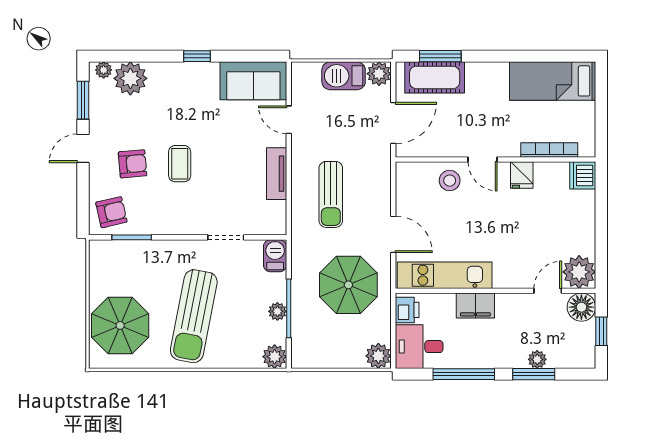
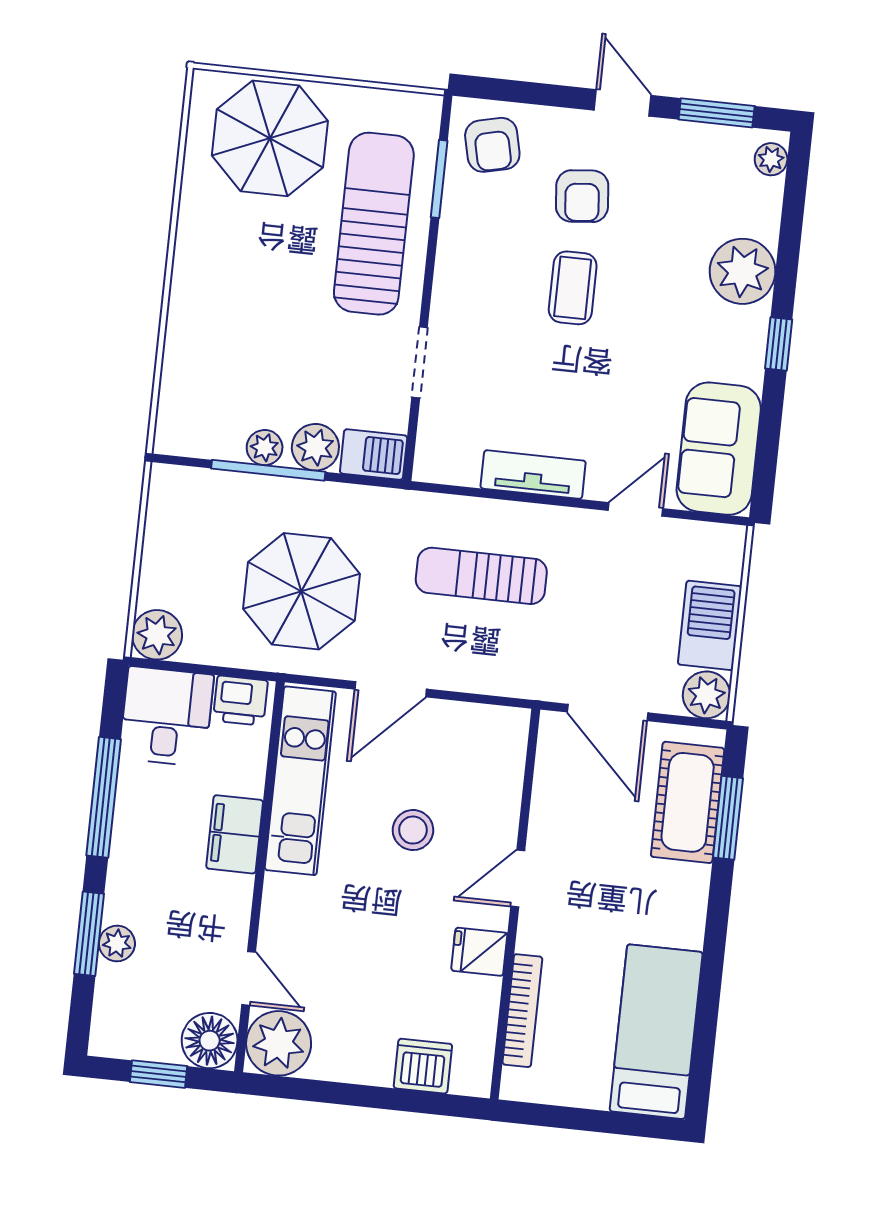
plant: (130, 78) -> (742, 271), moved
coffee table: (180, 164) -> (573, 288), turned 90
dishwasher: (583, 175) -> (423, 1066), moved
stool: (450, 181) -> (413, 830), moved
sun lounger: (194, 316) -> (374, 224), moved, turned 79
plant: (275, 357) -> (315, 447), moved

